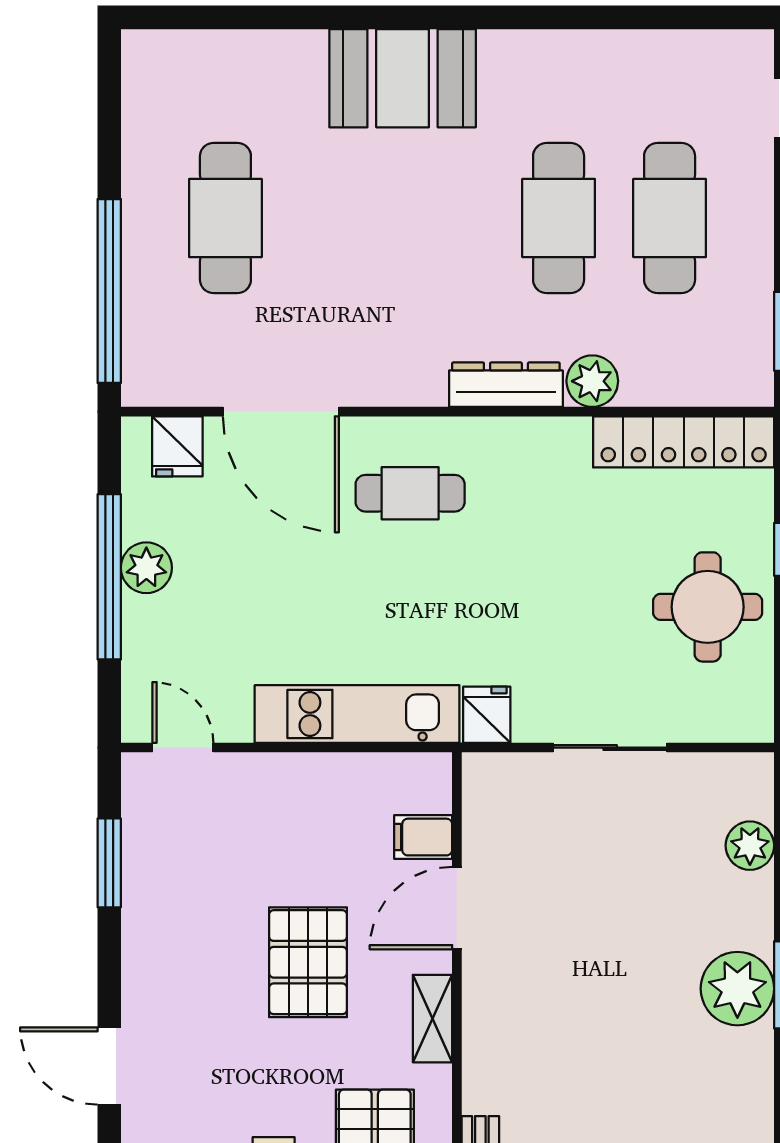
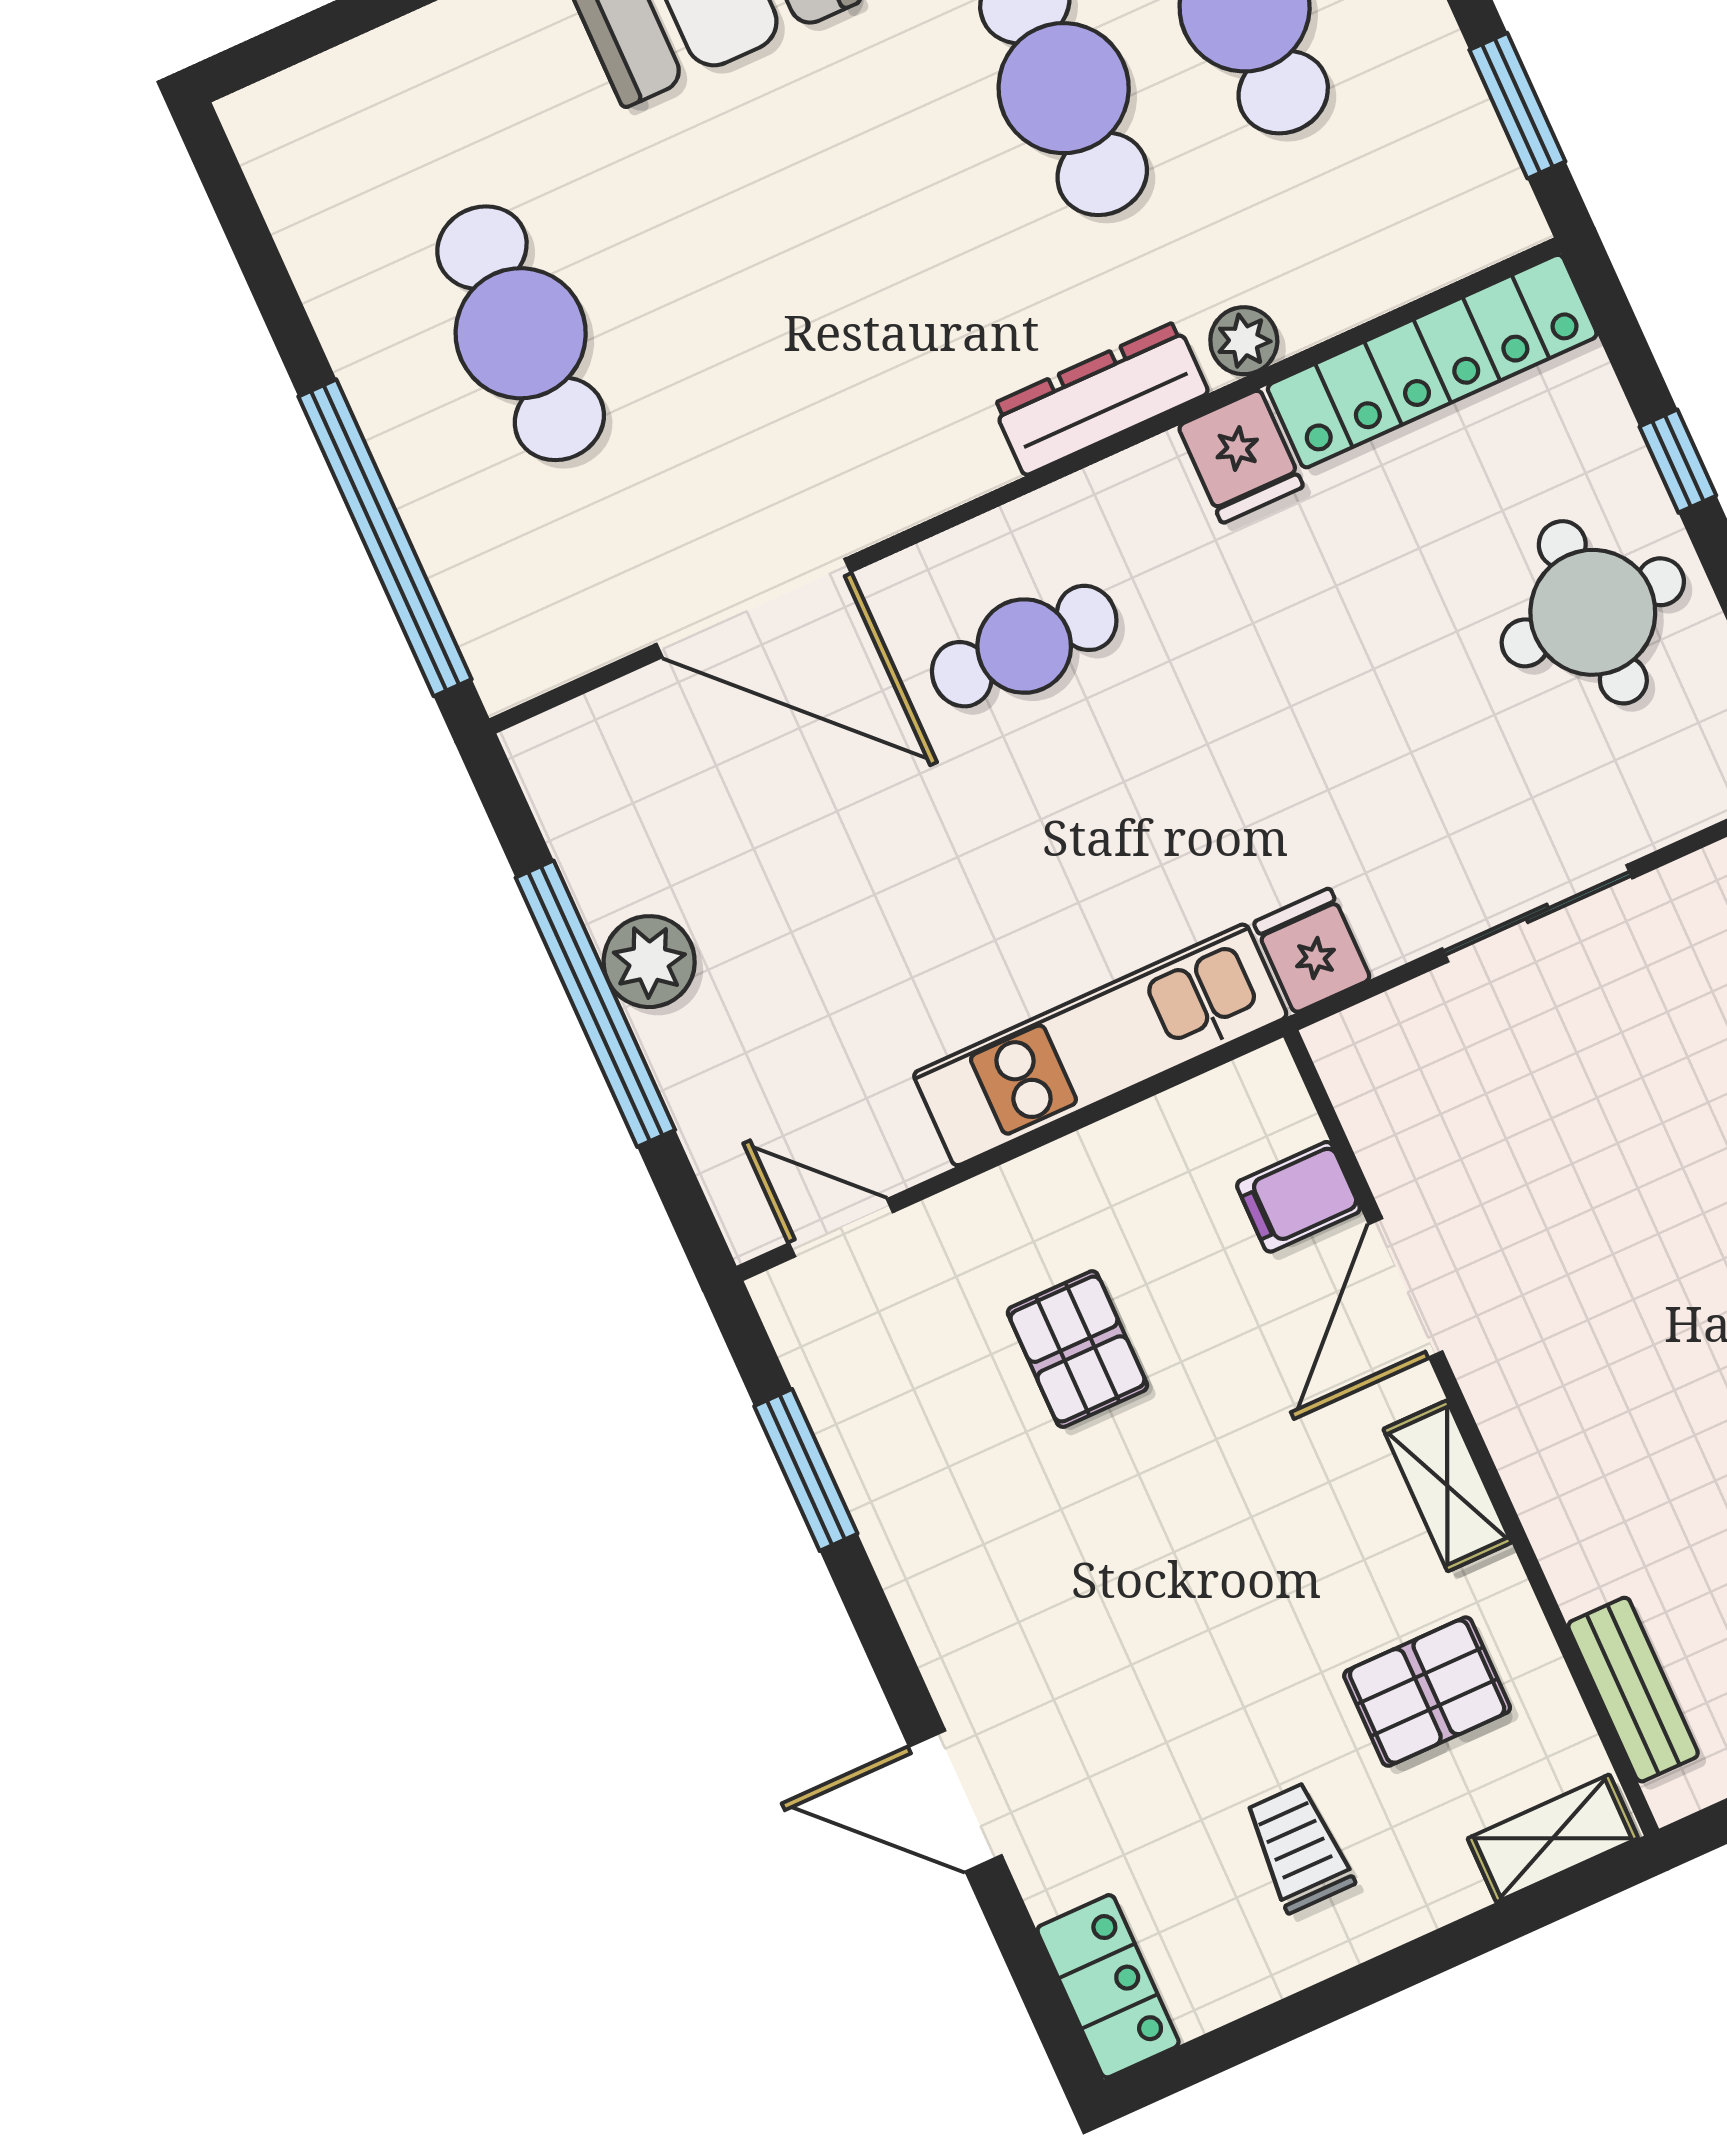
plant: (592, 381) -> (1244, 341), width x0.73, depth x0.73
fridge: (177, 446) -> (1241, 456), moved
pallet: (308, 962) -> (1077, 1349), moved, width x0.67, depth x0.71

